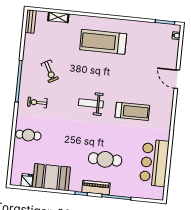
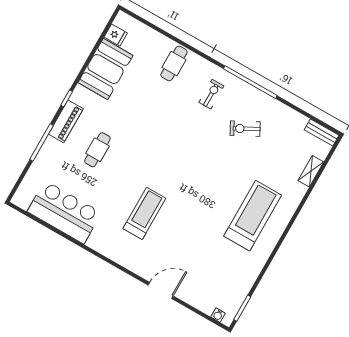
weight bench: (91, 103) -> (179, 164), removed
treadmill: (132, 111) -> (144, 213), turned 180
cafe table: (105, 159) -> (97, 150), width x0.73, depth x0.74

